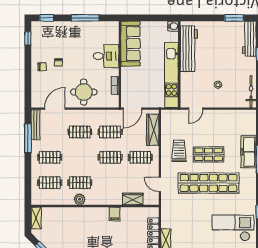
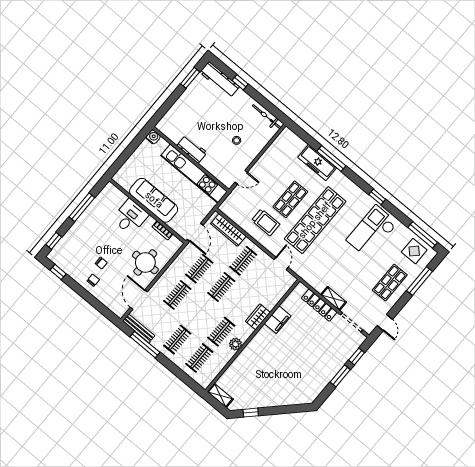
sofa: (131, 44) -> (154, 200), moved
workbench: (189, 49) -> (192, 149), width x0.53, depth x0.76
door: (196, 109) -> (241, 177), hinge flipped
trolley: (179, 151) -> (266, 222), turned 180
door: (160, 184) -> (281, 263), swing flipped
wardrobe: (133, 199) -> (258, 317), moved
filing cabinet: (115, 214) -> (278, 320), width x2.00

